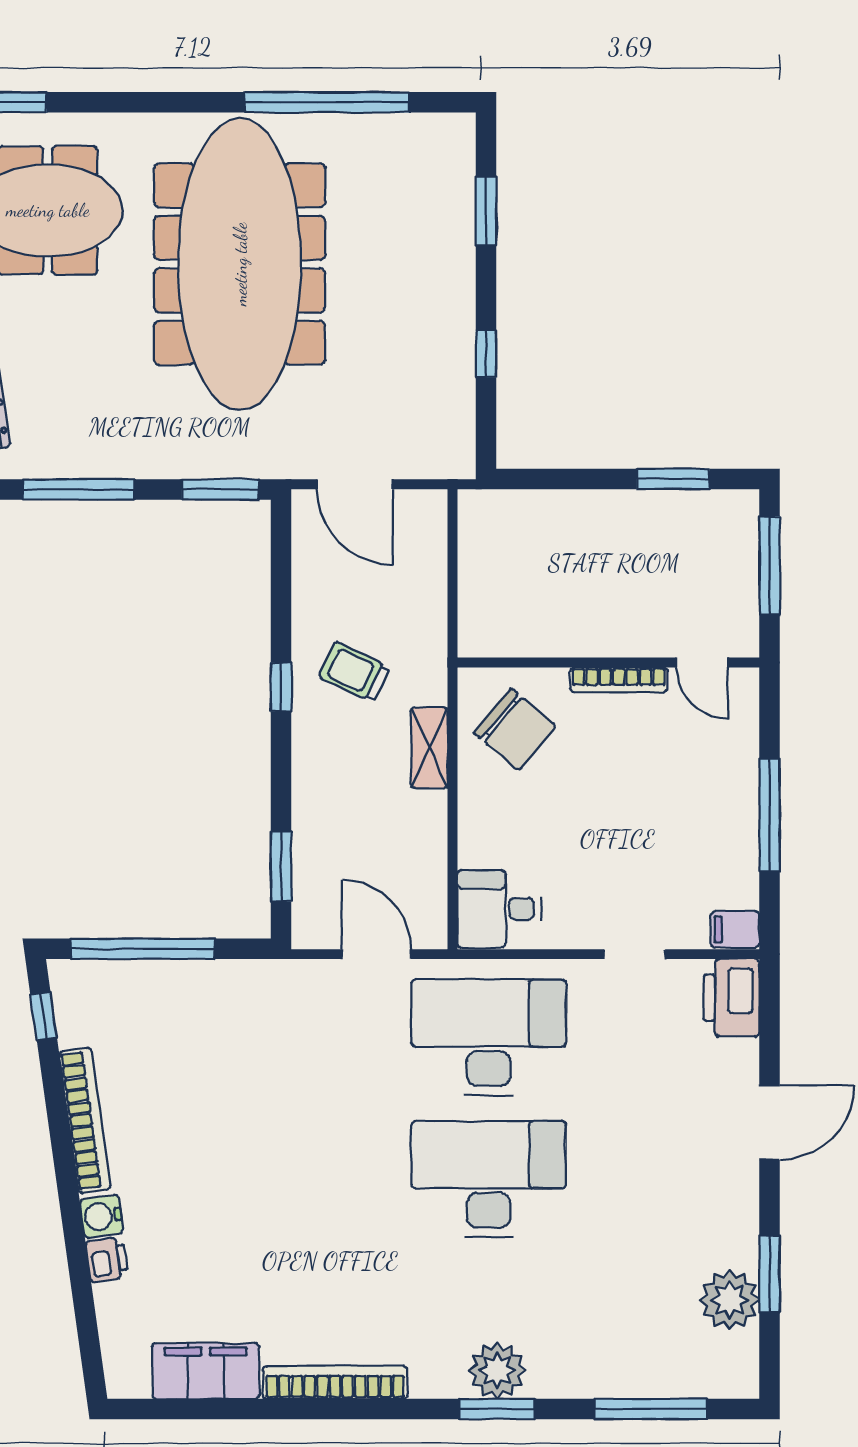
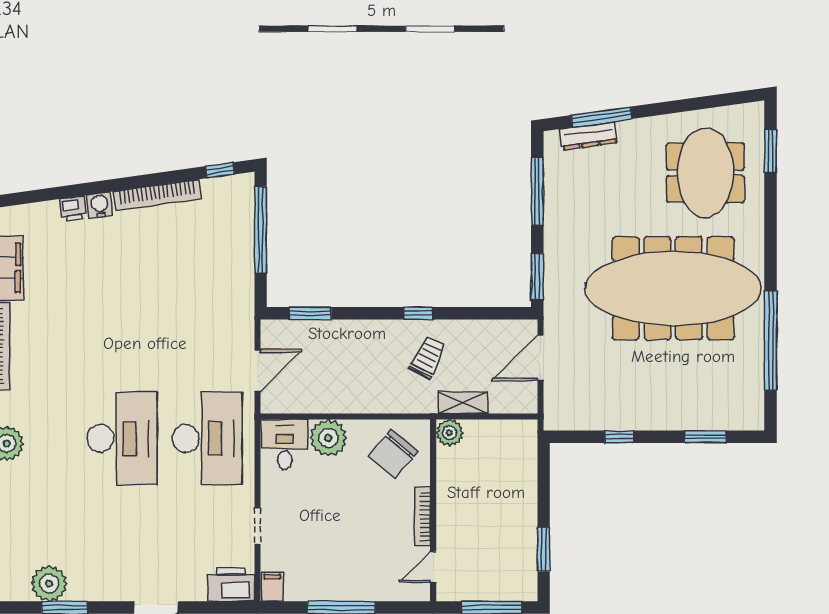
plant: (479, 635) -> (449, 433), added
shelving: (429, 748) -> (463, 403), moved
plant: (488, 836) -> (328, 438), added

